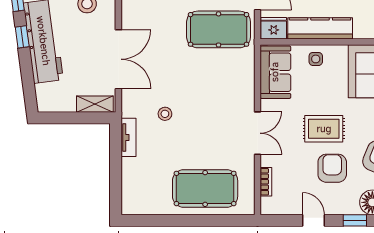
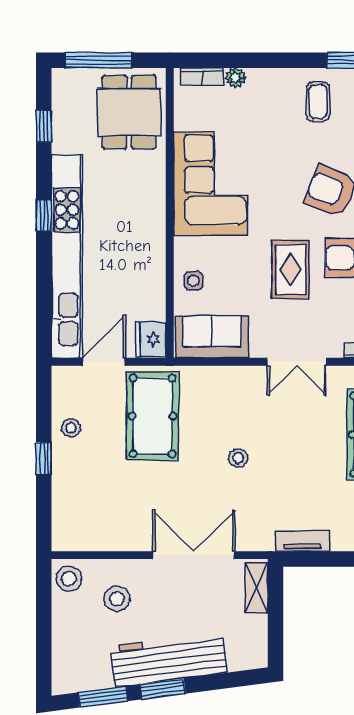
kitchen counter: (320, 28) -> (151, 275), removed
window: (22, 37) -> (163, 689), width x1.50
stool: (165, 114) -> (238, 458), moved
double door: (258, 133) -> (297, 362), swing flipped

